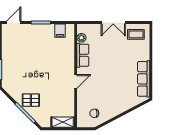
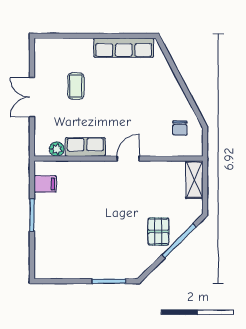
door: (14, 23) -> (32, 259), removed
double door: (113, 23) -> (32, 97), swing flipped
coffee table: (136, 34) -> (76, 86), moved
door: (76, 82) -> (128, 159), hinge flipped

